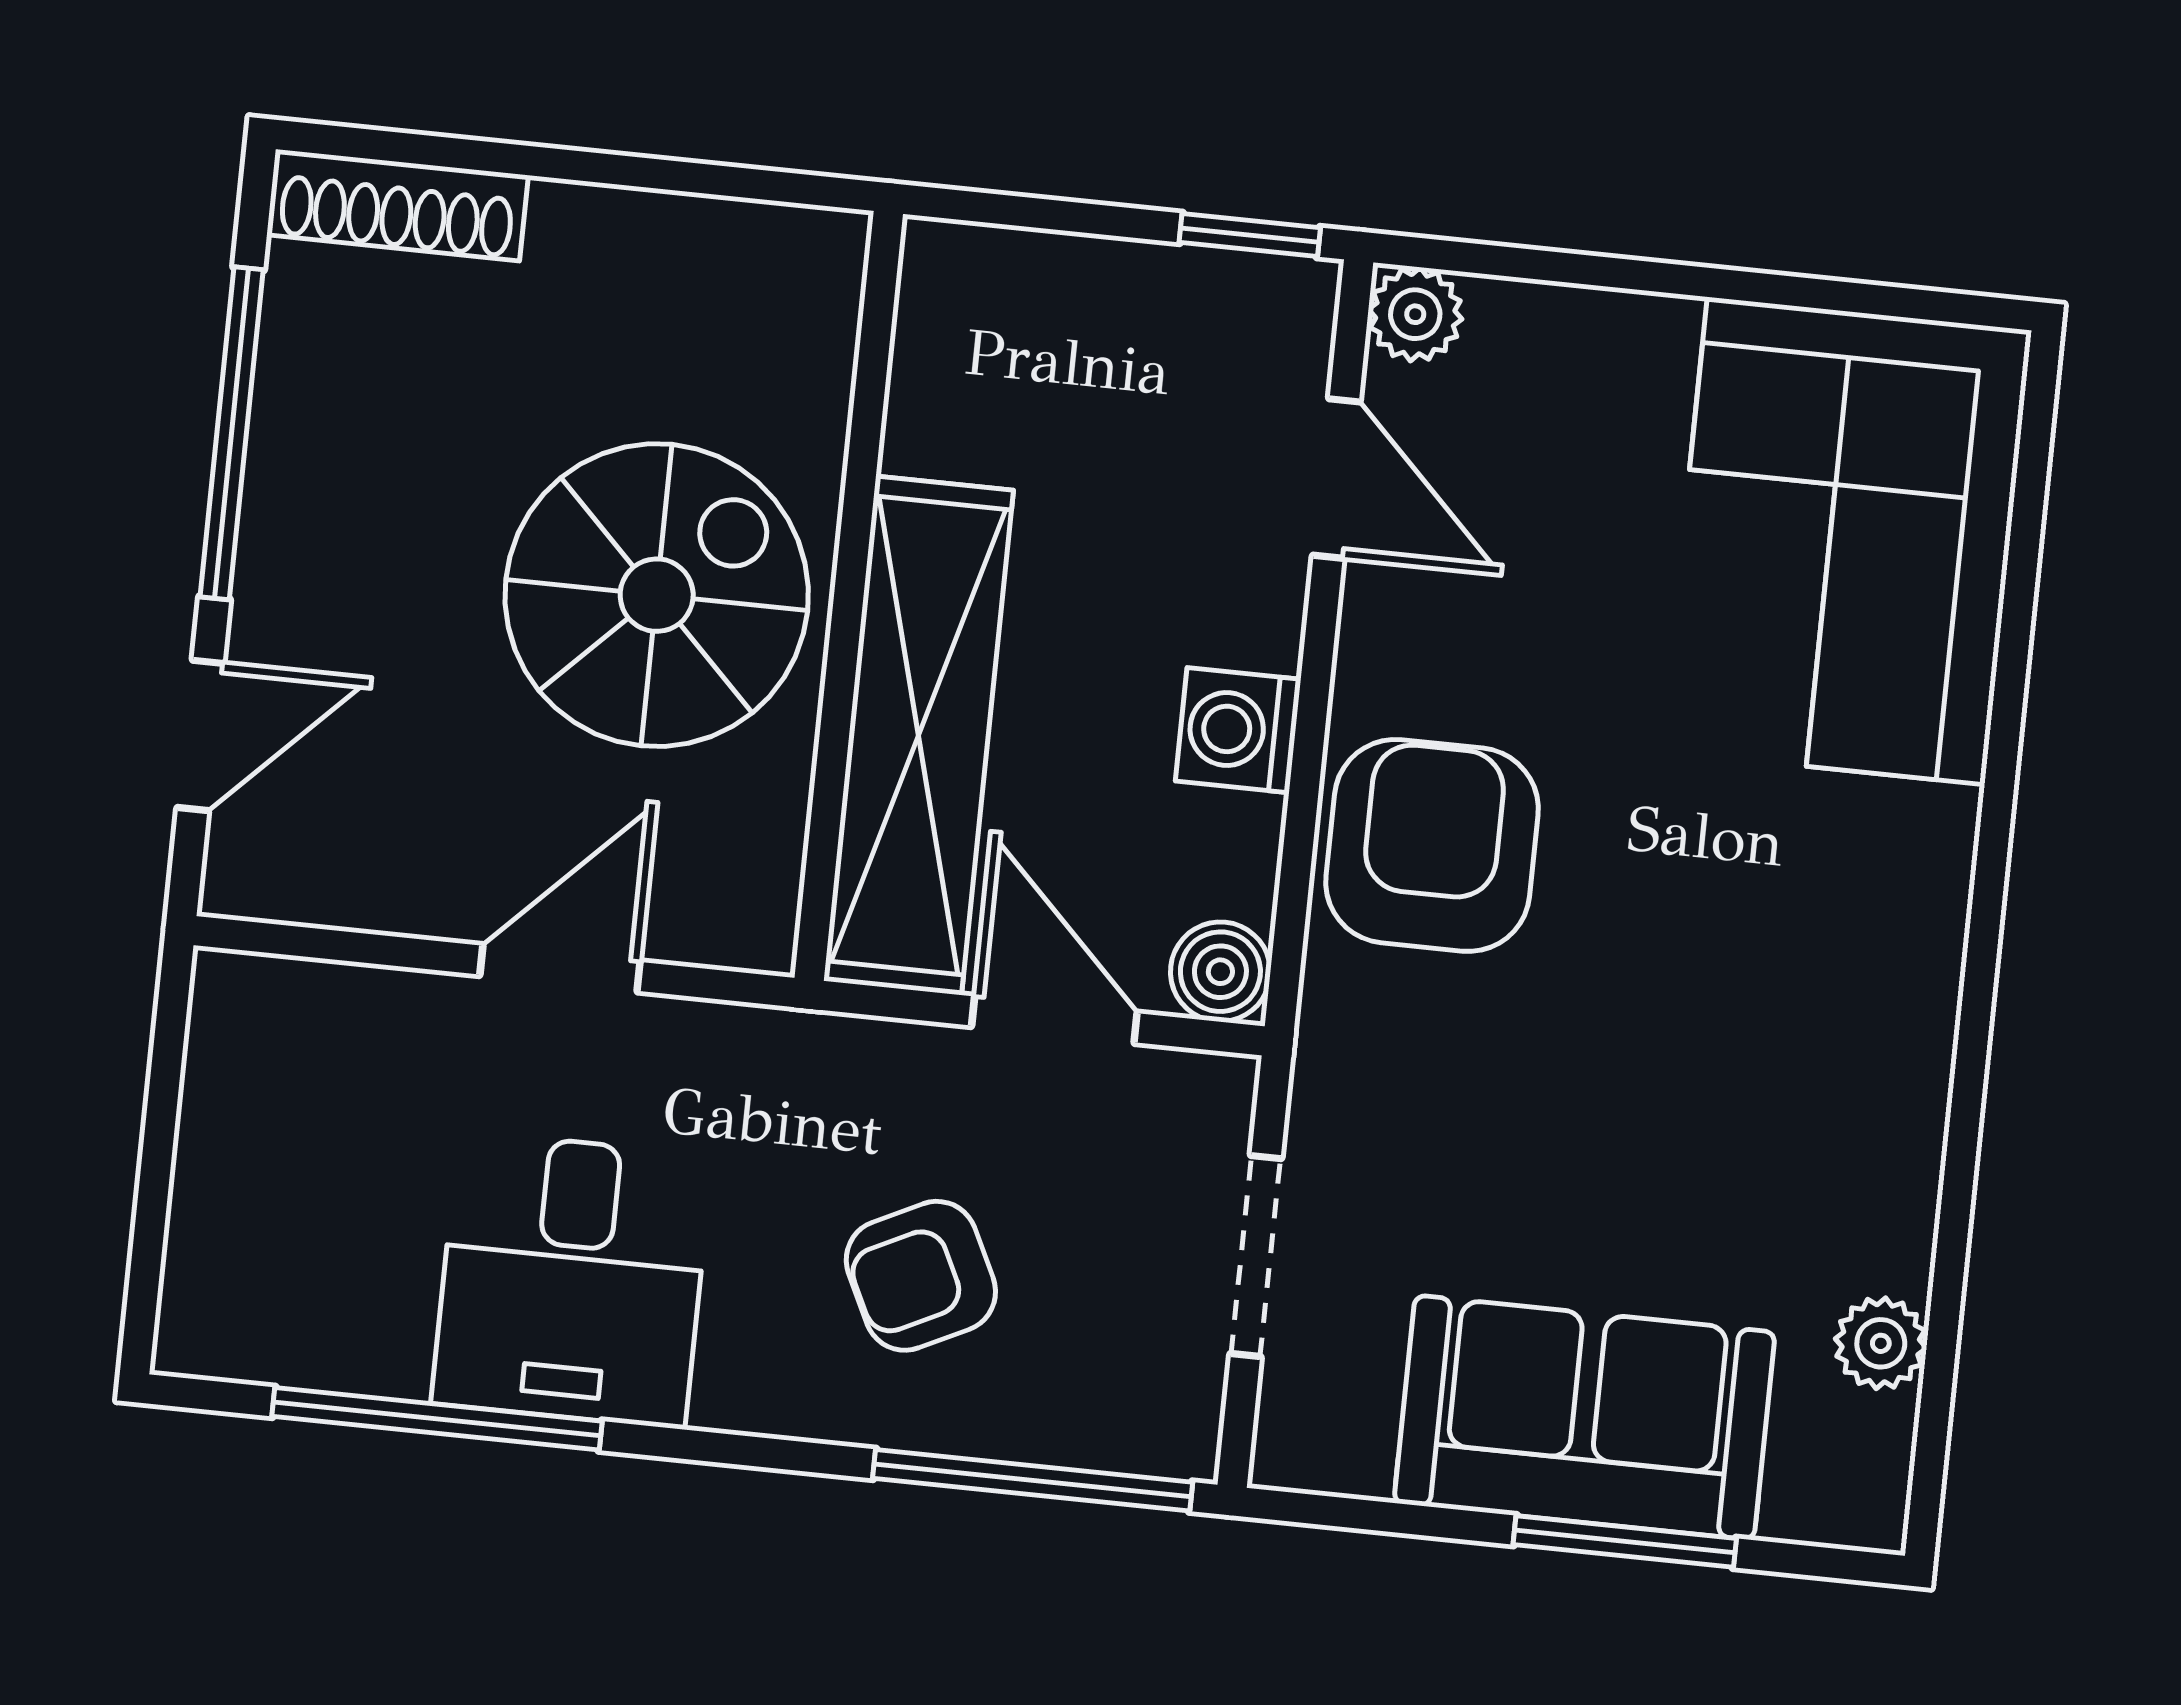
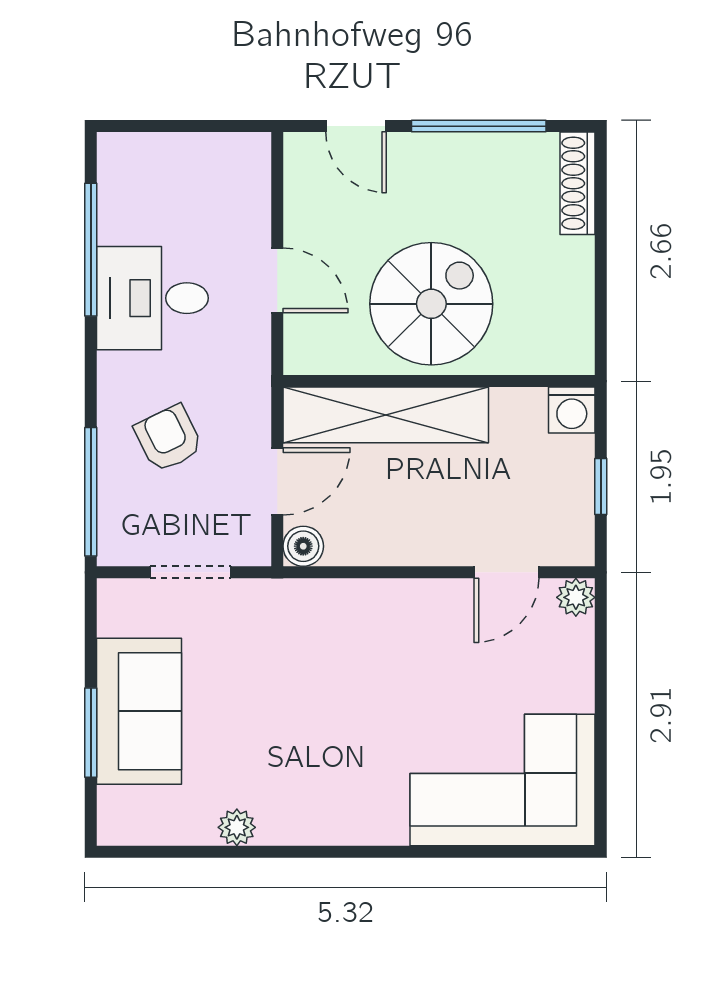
window: (1250, 235) -> (601, 486), moved
spiral stairs: (657, 595) -> (431, 304), turned -90
washing machine: (1238, 730) -> (572, 410), moved, turned 180
armchair: (1432, 845) -> (363, 626), removed
plant: (1881, 1343) -> (237, 827), moved

